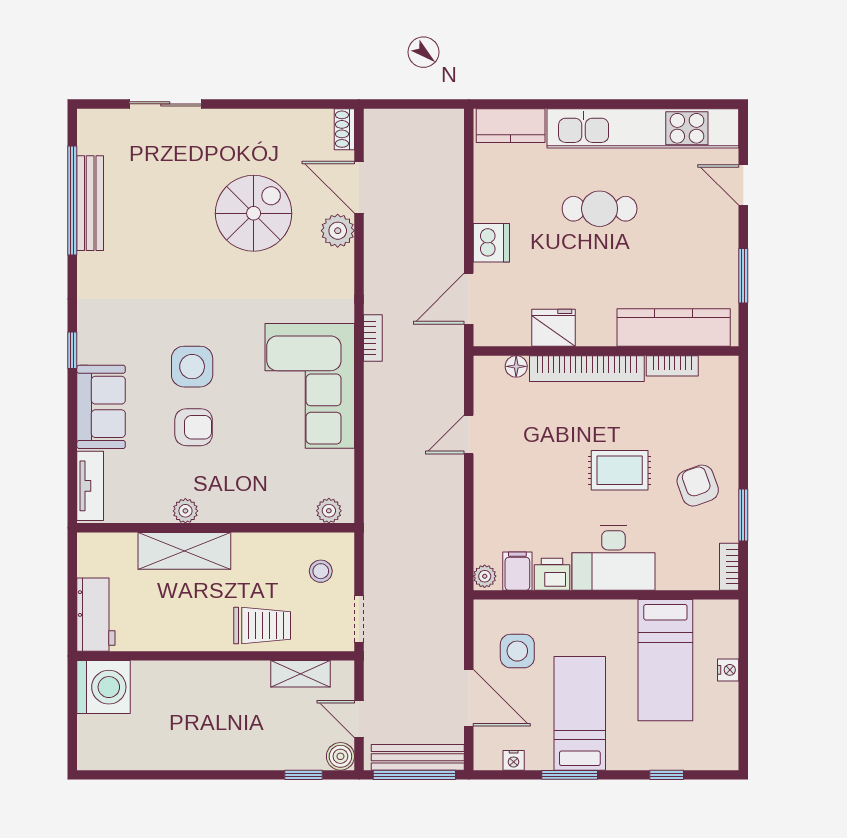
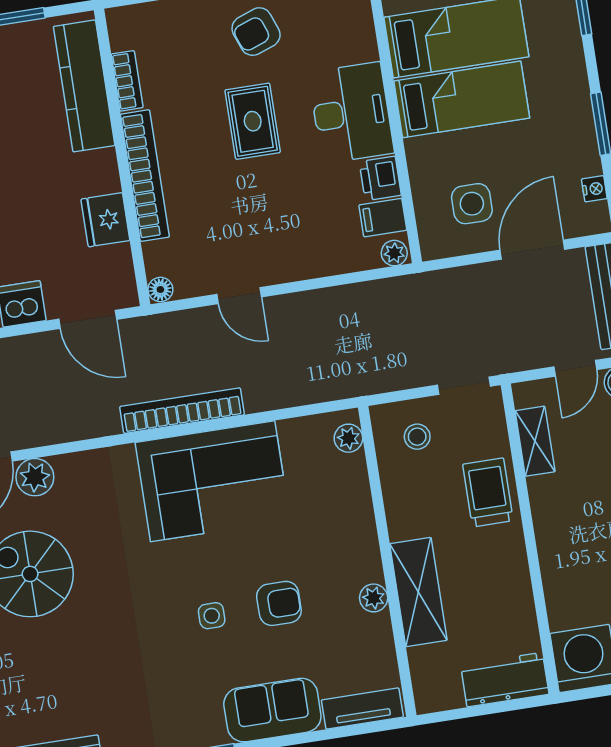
bookcase: (373, 338) -> (182, 411), width x2.31, depth x1.31
floor lamp: (516, 366) -> (160, 290), moved
side table: (192, 367) -> (212, 616), width x0.54, depth x0.54
armchair: (194, 427) -> (279, 603), turned 90
bed: (580, 713) -> (462, 99), moved, turned 180

